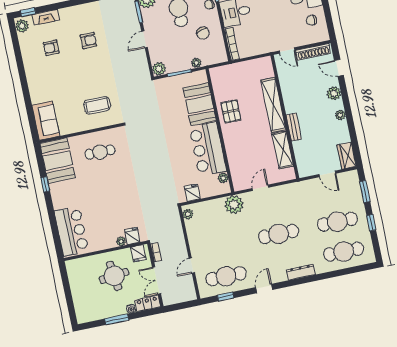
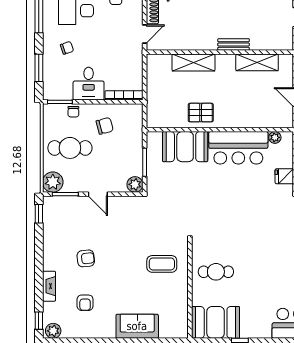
fireplace: (46, 17) -> (49, 286), moved
armchair: (88, 41) -> (86, 258), turned 84
plant: (196, 63) -> (137, 141), removed
coffee table: (97, 105) -> (162, 264), turned 90
shelving: (273, 105) -> (193, 63), width x0.68
sofa: (46, 121) -> (137, 326), moved
cafe table: (100, 152) -> (216, 272), turned 90

